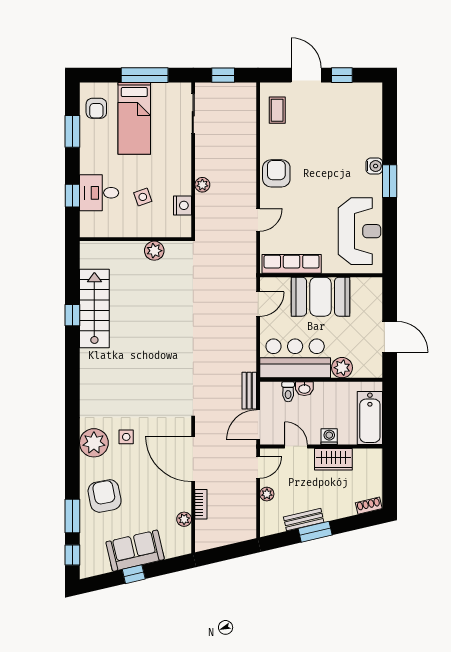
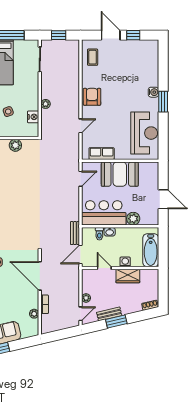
row of seats: (292, 264) -> (102, 154), width x0.68
door: (258, 467) -> (81, 314), moved

